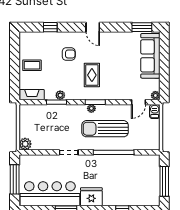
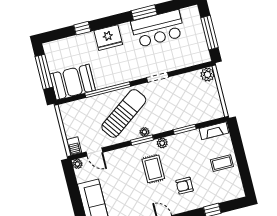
plant: (60, 95) -> (162, 143), moved
door: (139, 102) -> (94, 152), swing flipped
sun lounger: (105, 129) -> (124, 113), turned -36
booth: (142, 166) -> (73, 82), added
bar counter: (50, 194) -> (158, 29), width x0.73
fridge: (91, 197) -> (108, 38), moved

